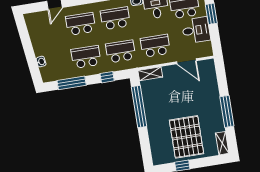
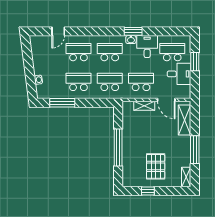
shelving: (150, 74) -> (144, 106), moved
window: (107, 77) -> (94, 103), removed
shelving: (210, 80) -> (184, 120), added
window: (139, 107) -> (118, 148), moved
pallet: (186, 137) -> (156, 166), width x0.73, depth x0.71

